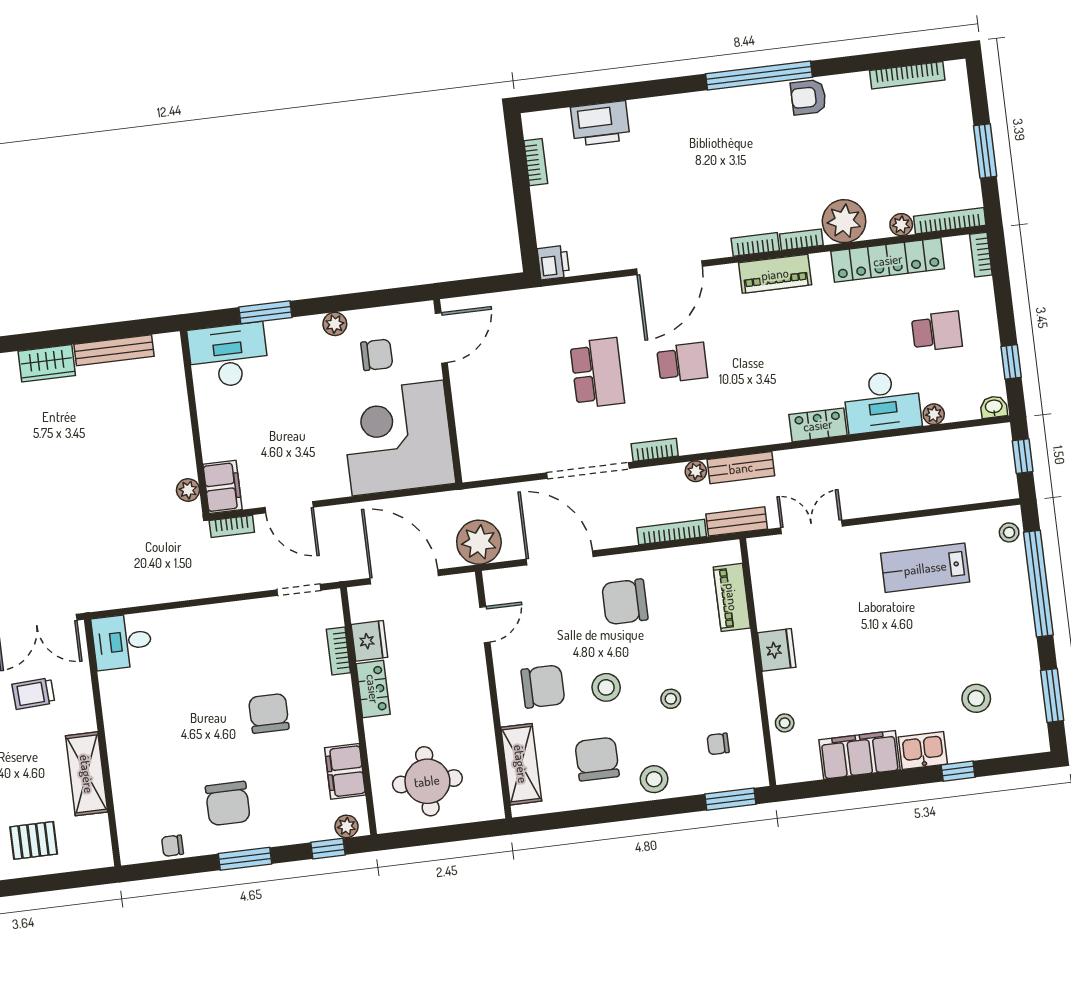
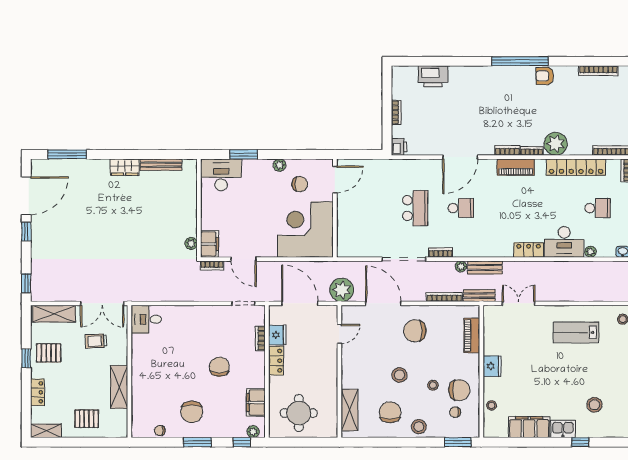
bookcase: (536, 162) -> (396, 112), moved
plant: (901, 225) -> (586, 149), removed
chair: (543, 687) -> (459, 390), moved

